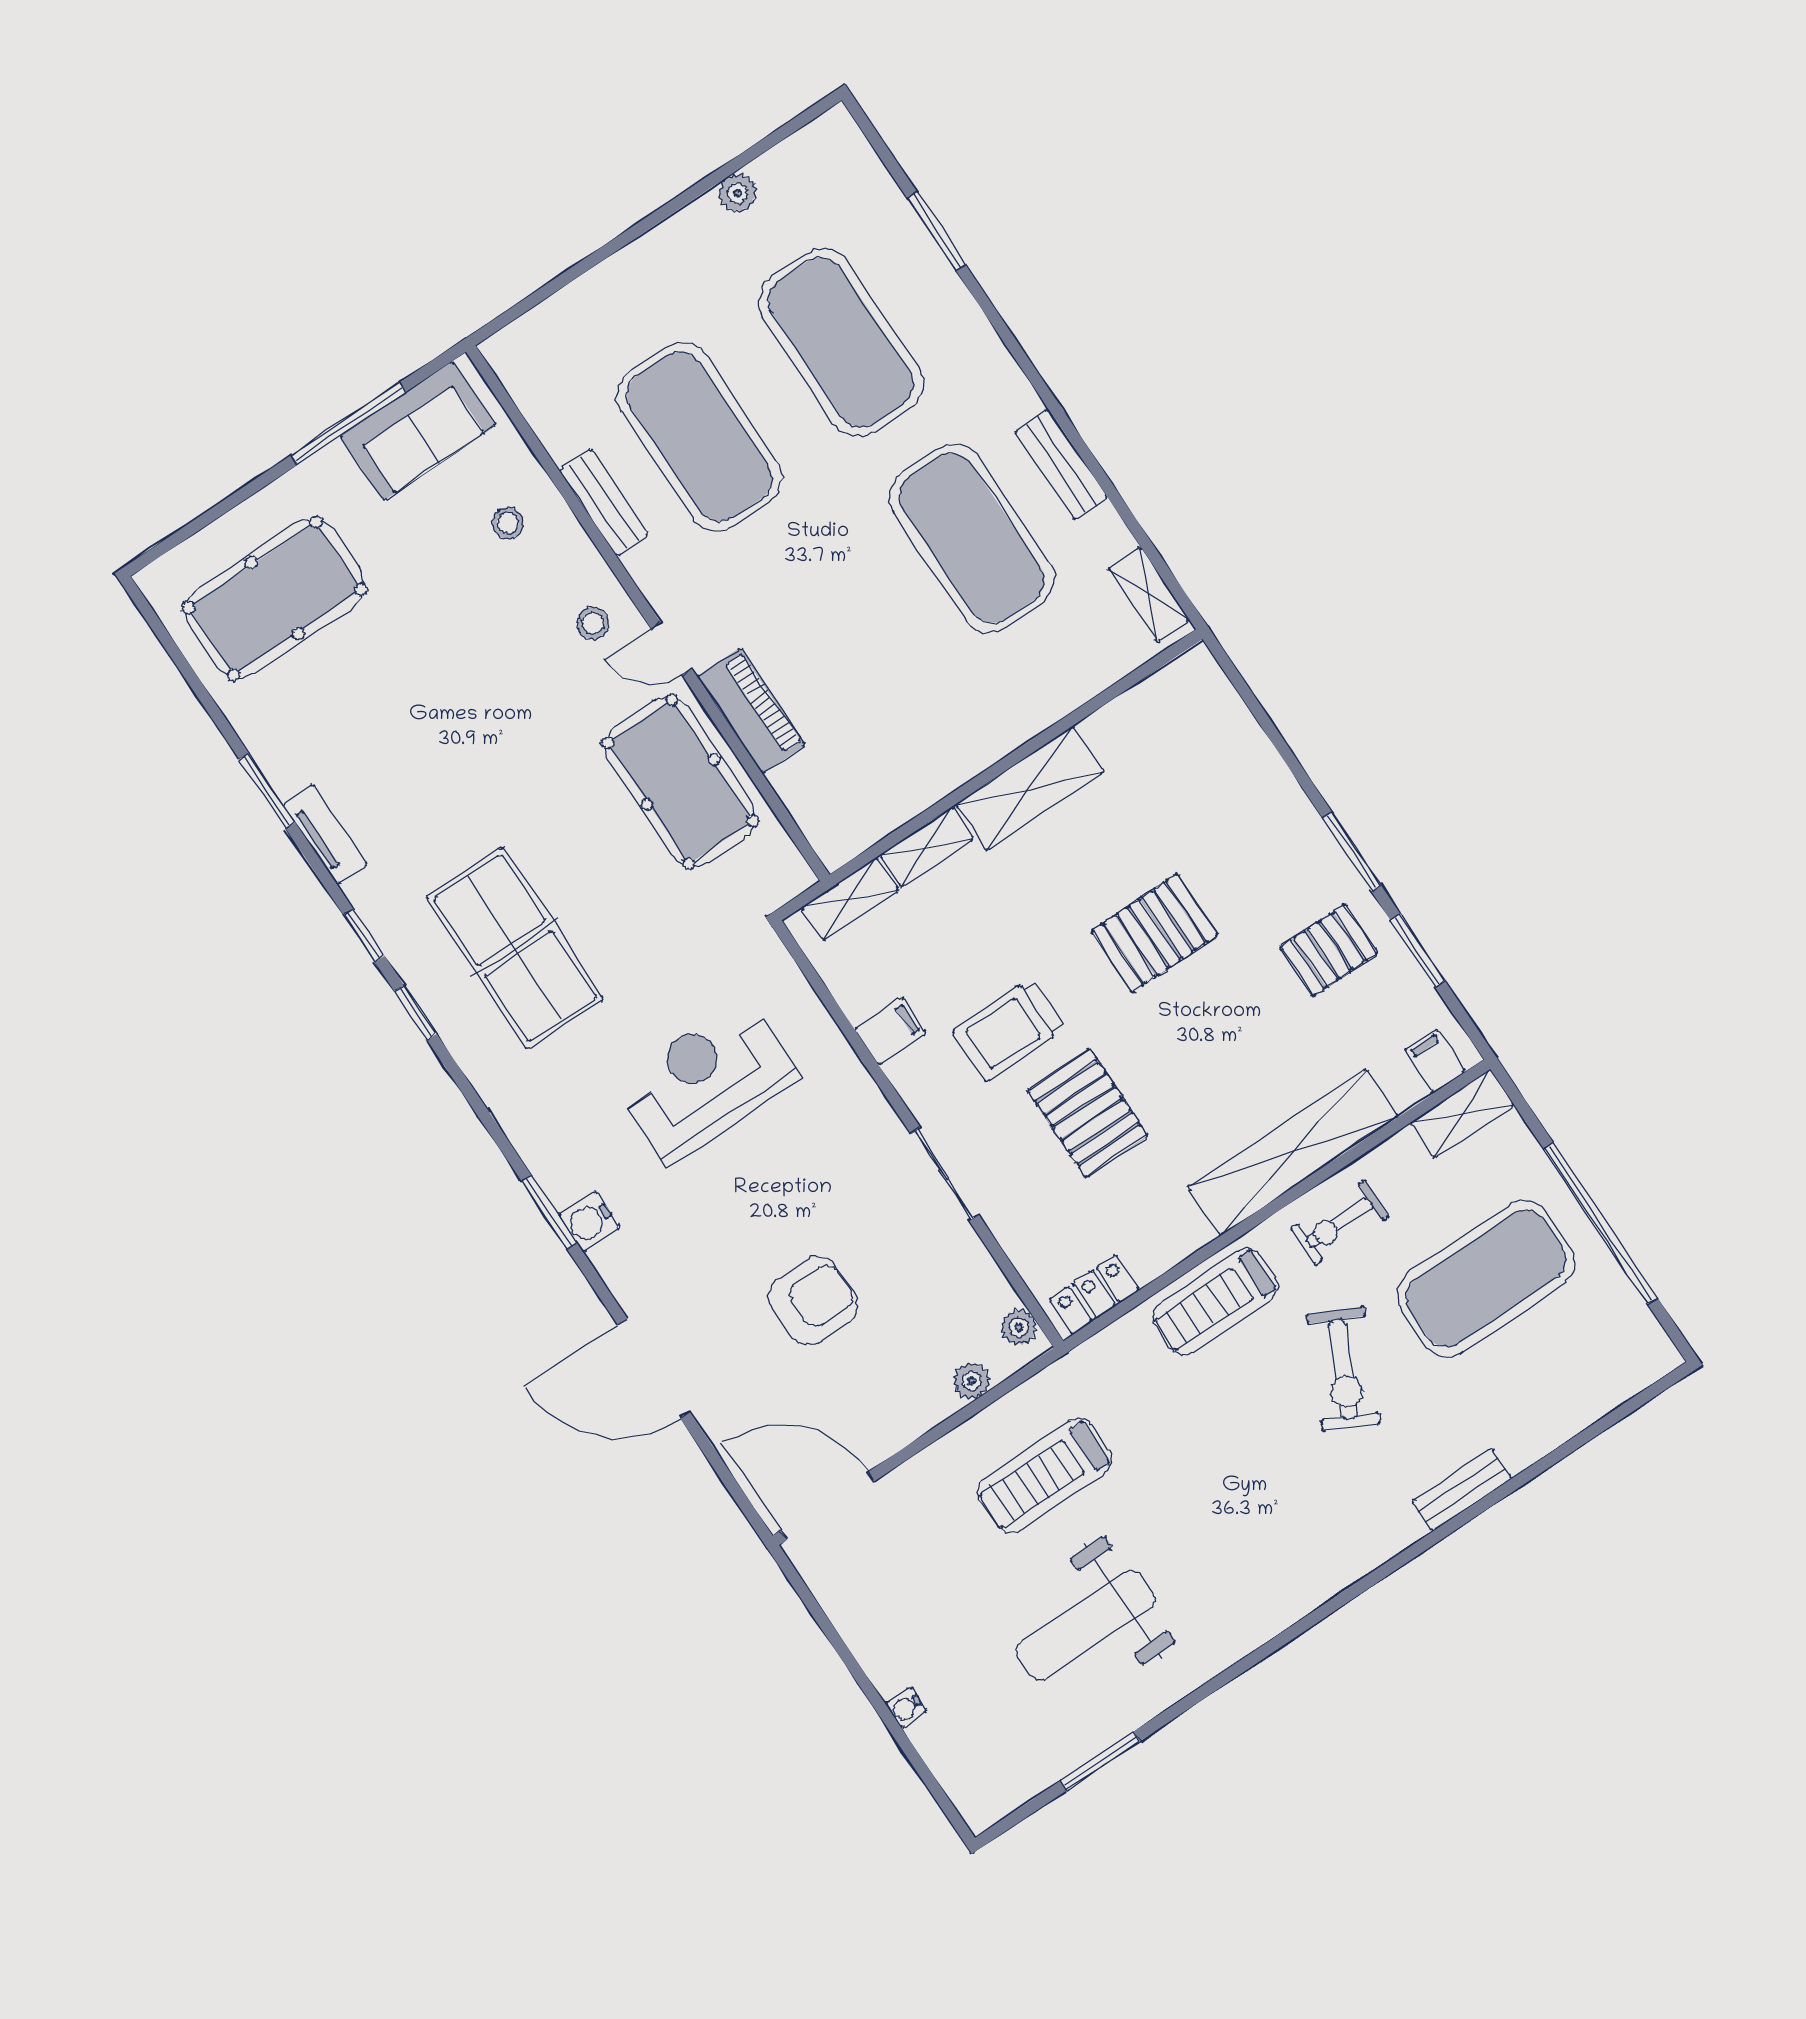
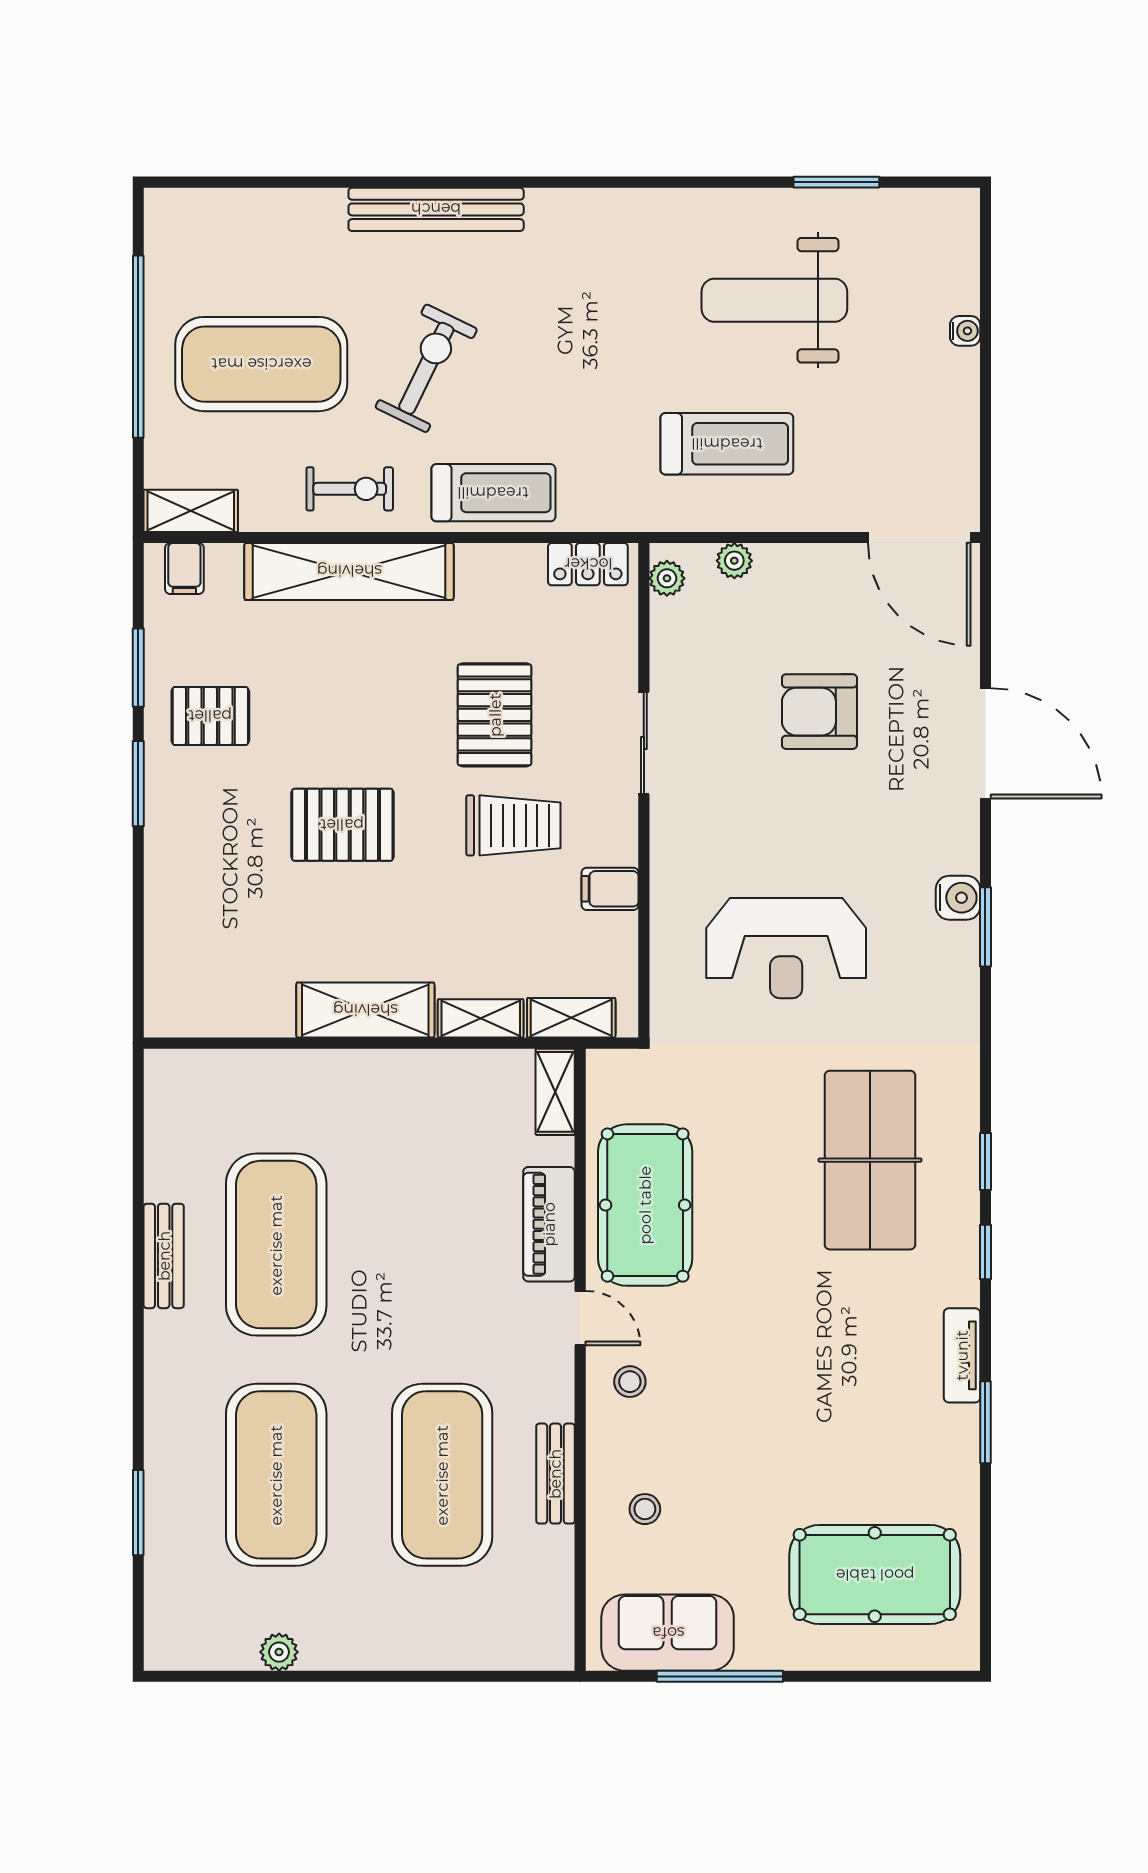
shelving: (1149, 595) -> (555, 1092), moved
bench: (1462, 1490) -> (436, 209), width x1.86, depth x1.21
weight bench: (1086, 1625) -> (774, 300), turned 180

